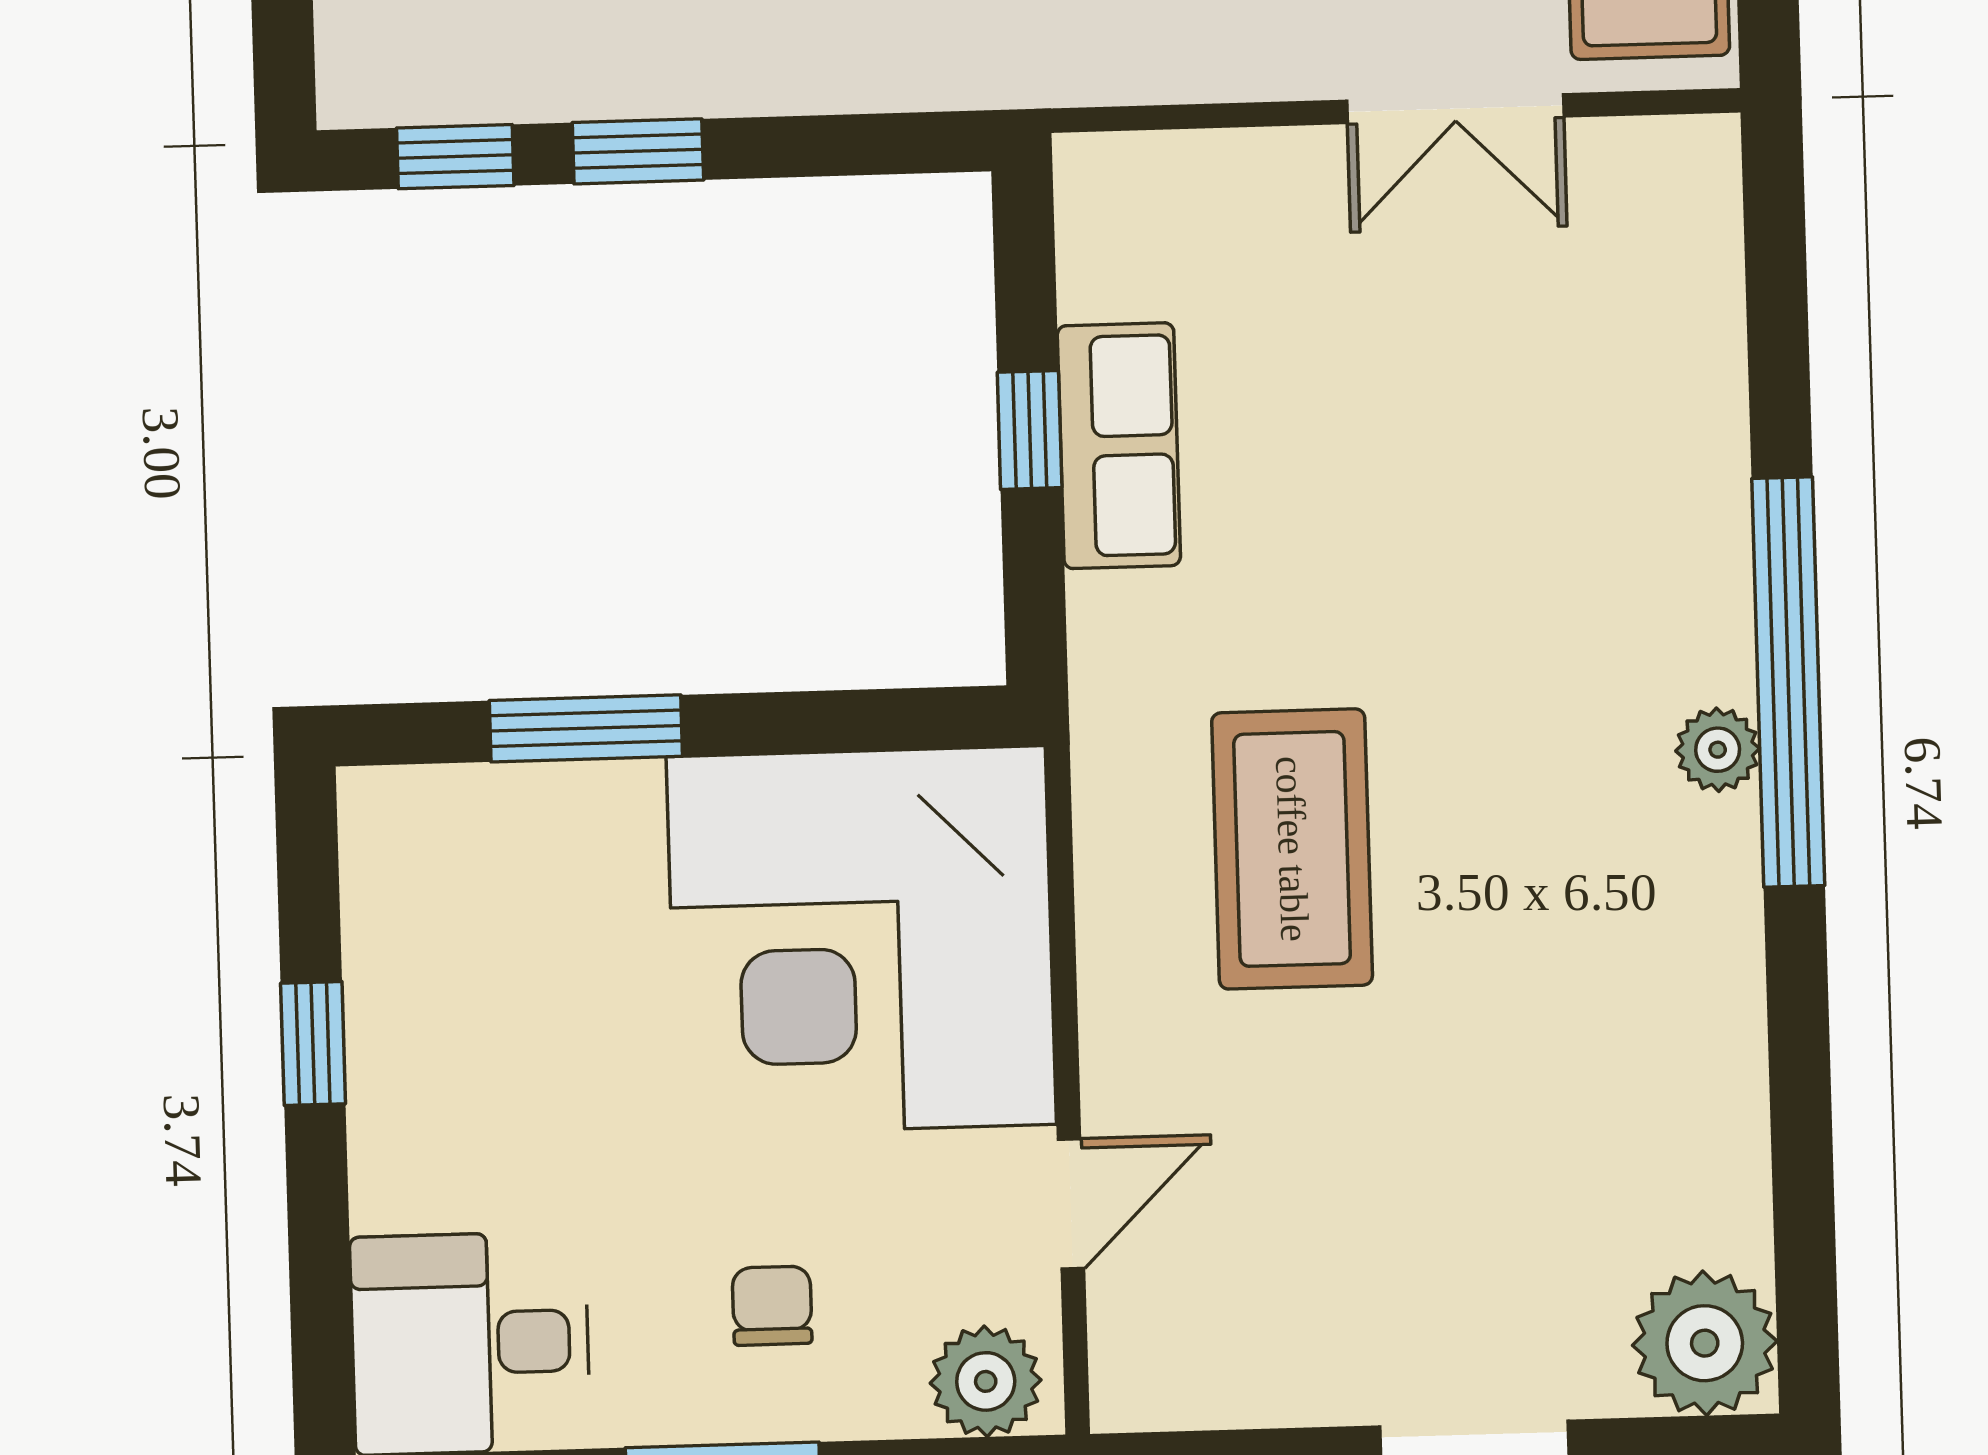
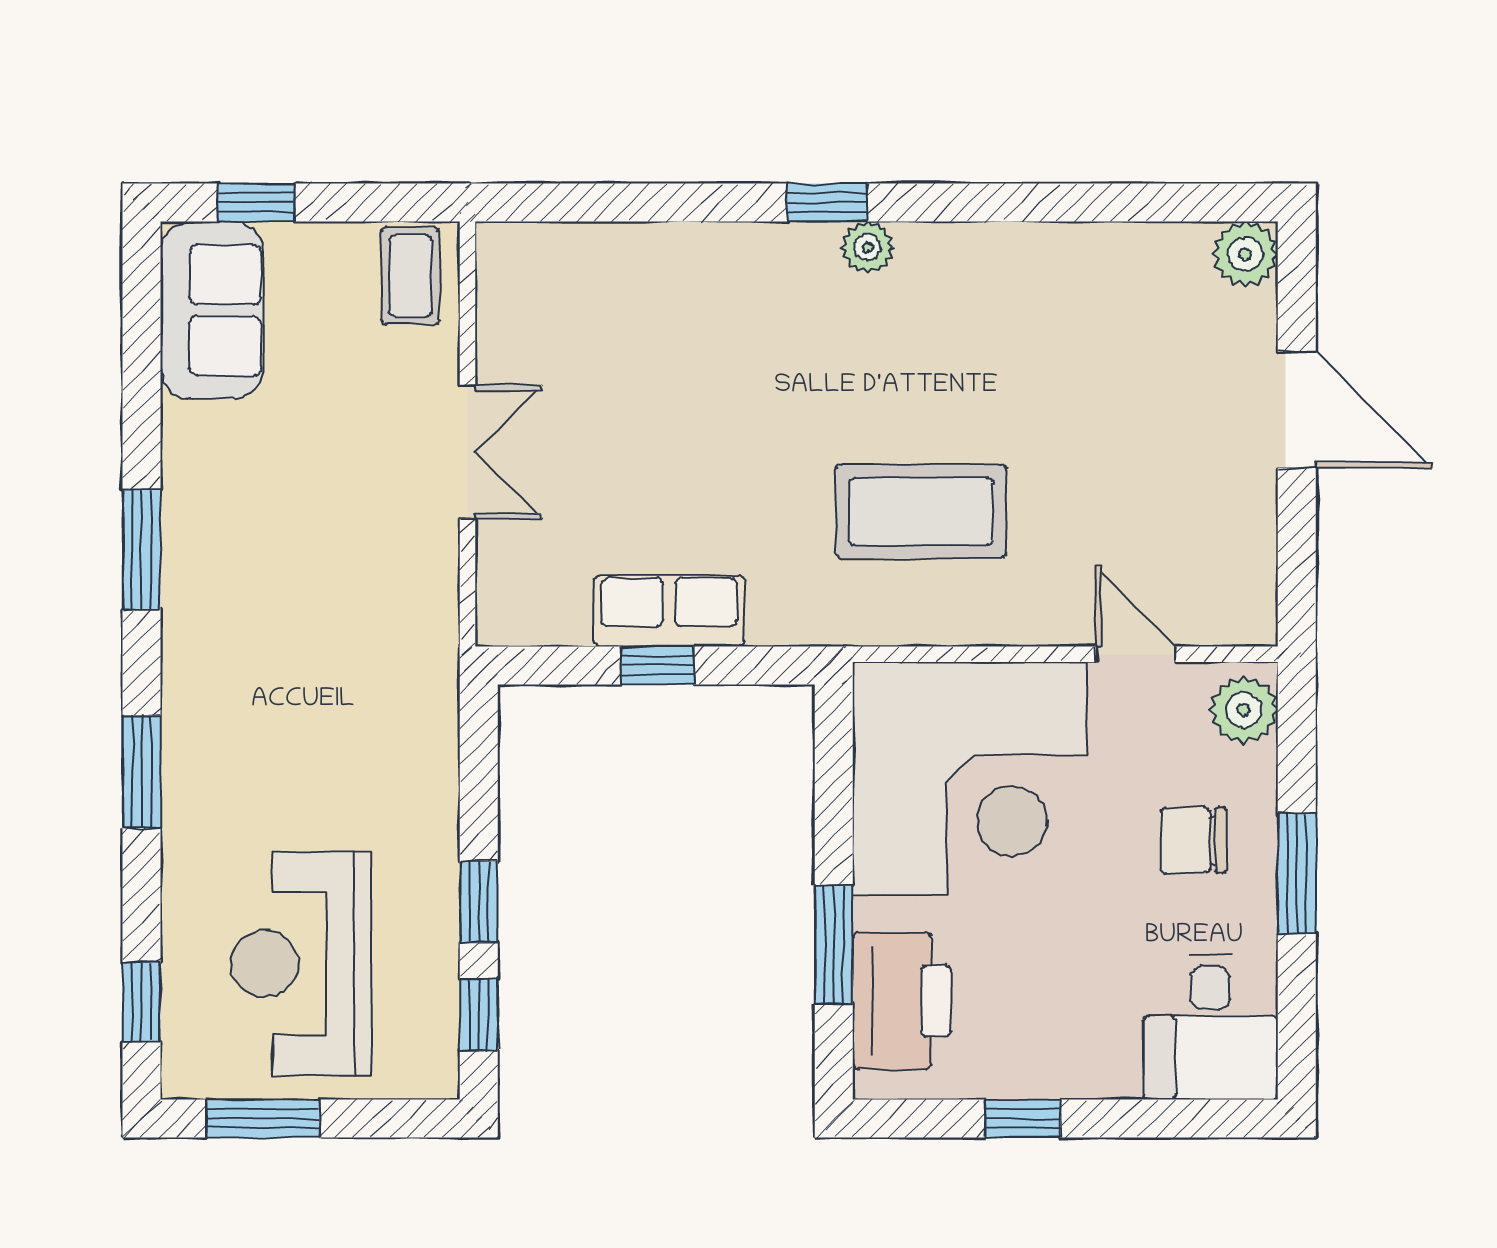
double door: (1455, 109) -> (468, 452), moved
window: (1788, 682) -> (827, 202), width x0.32
printer: (498, 841) -> (902, 1001), added
chair: (772, 1306) -> (1193, 840), width x1.37, depth x1.37
plant: (1705, 1343) -> (1245, 254), width x0.73, depth x0.73

